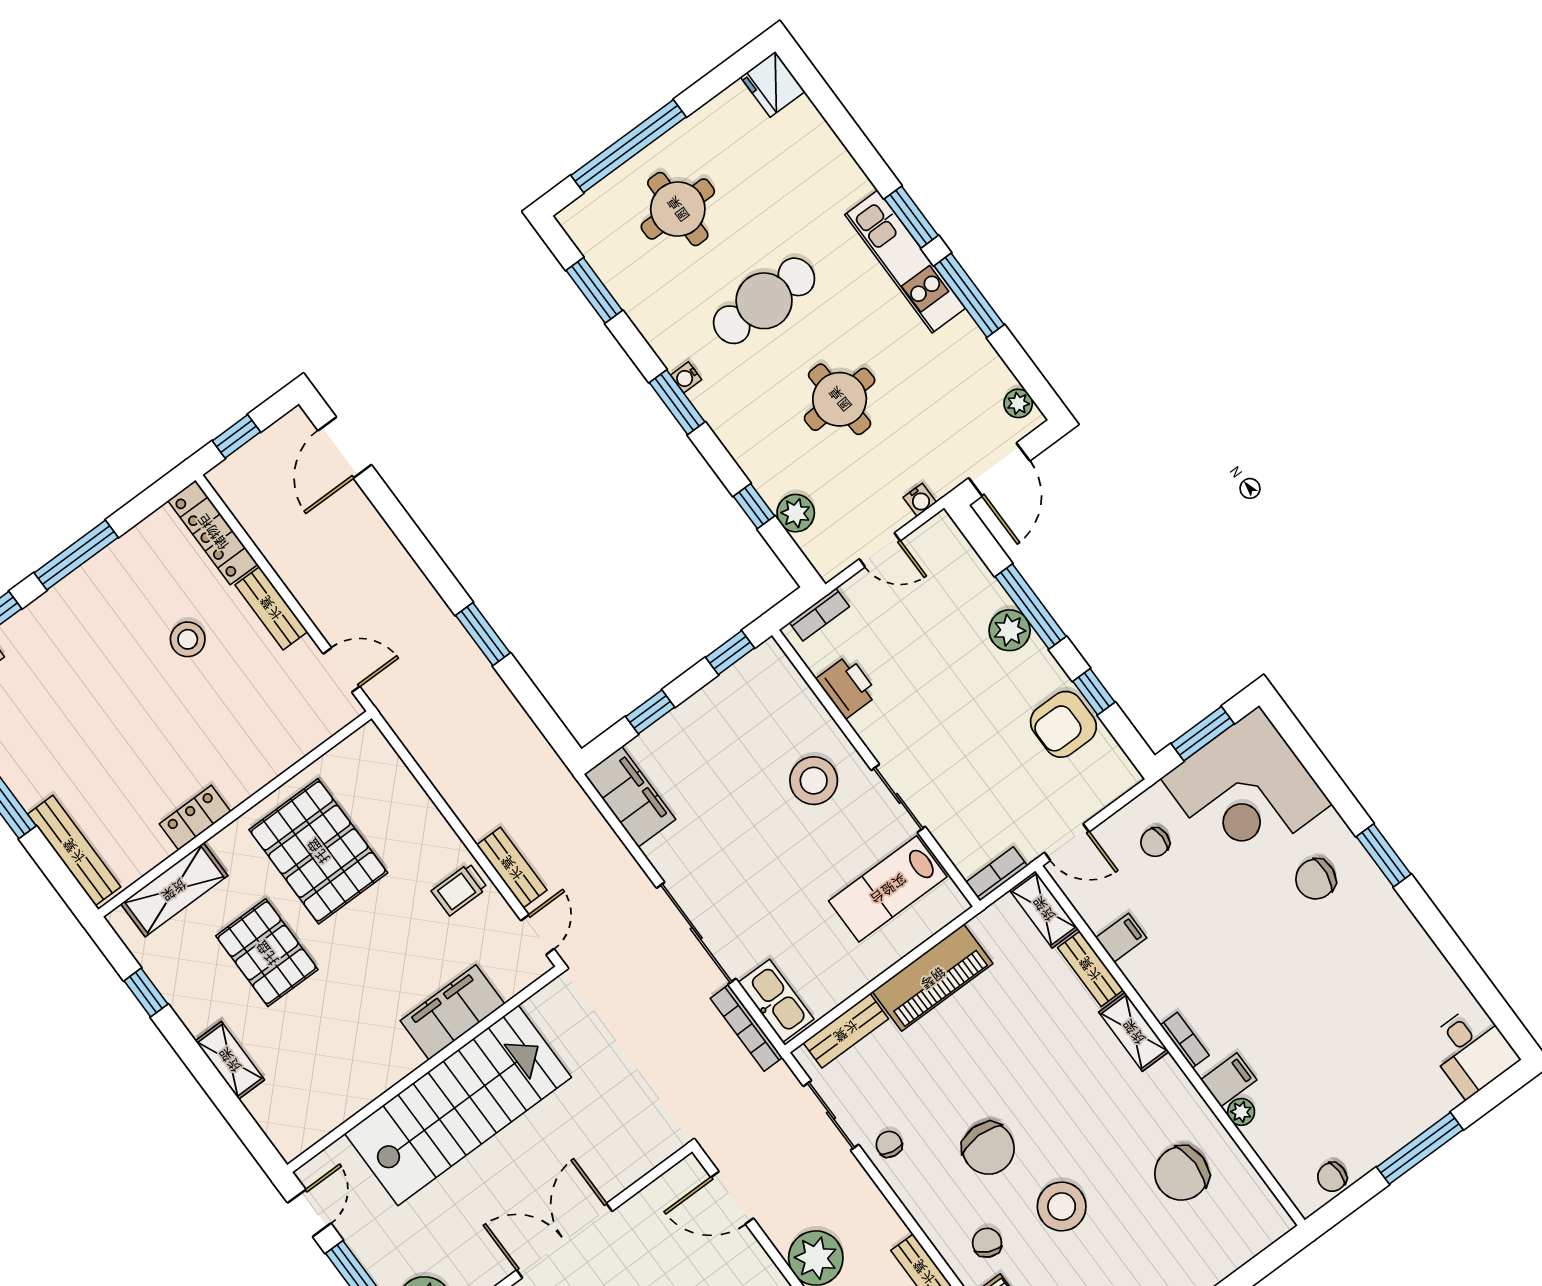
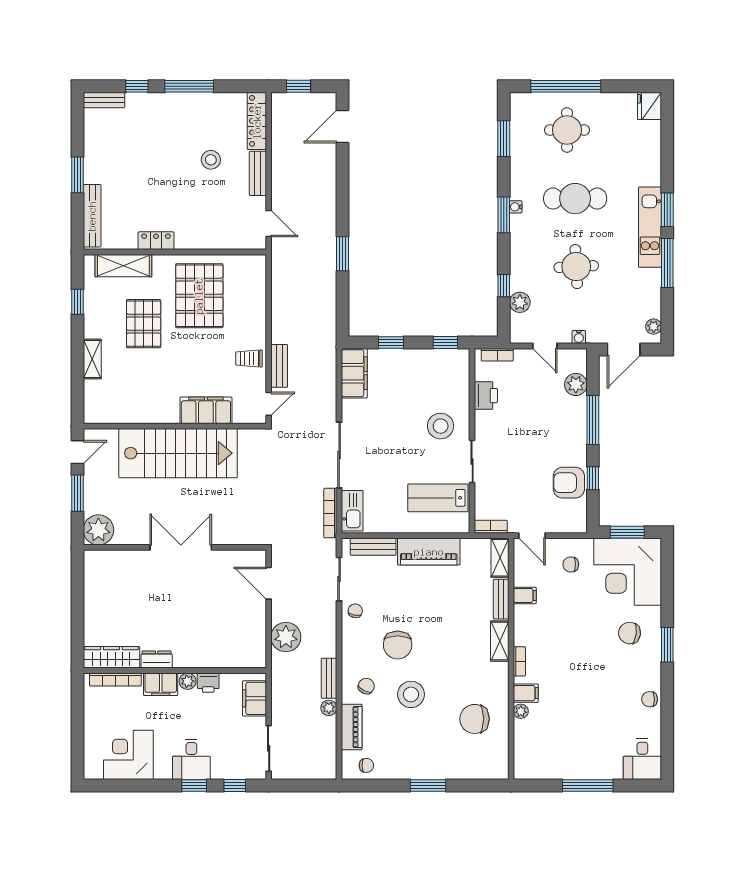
plant: (1010, 630) -> (576, 384), moved
chair: (1332, 1177) -> (650, 699), moved

